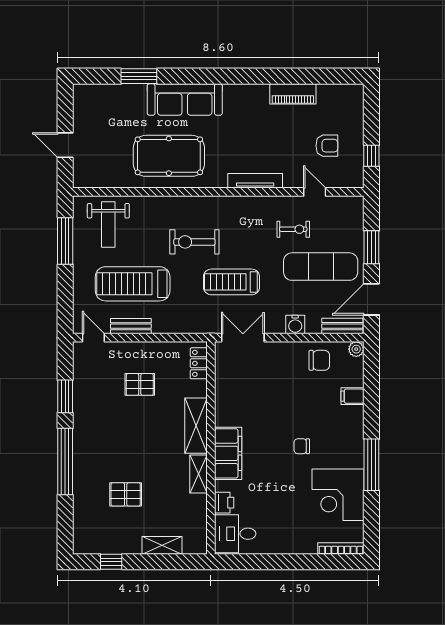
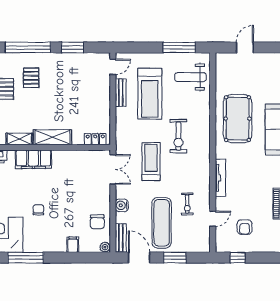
exercise bike: (194, 242) -> (178, 136), turned 180
treadmill: (133, 284) -> (150, 94), turned 180
pallet: (140, 384) -> (31, 78), moved

